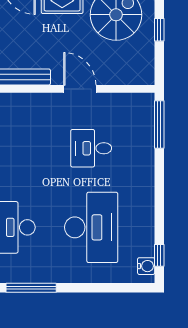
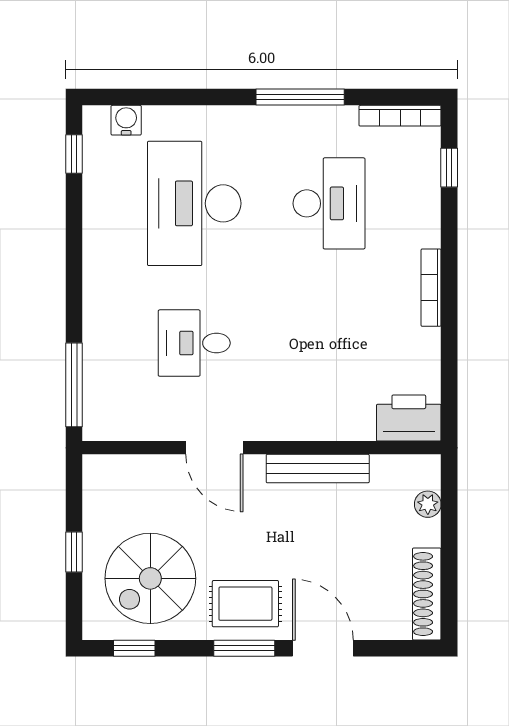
desk: (91, 148) -> (194, 343), turned 180
water cooler: (146, 266) -> (126, 120), moved, turned 90

